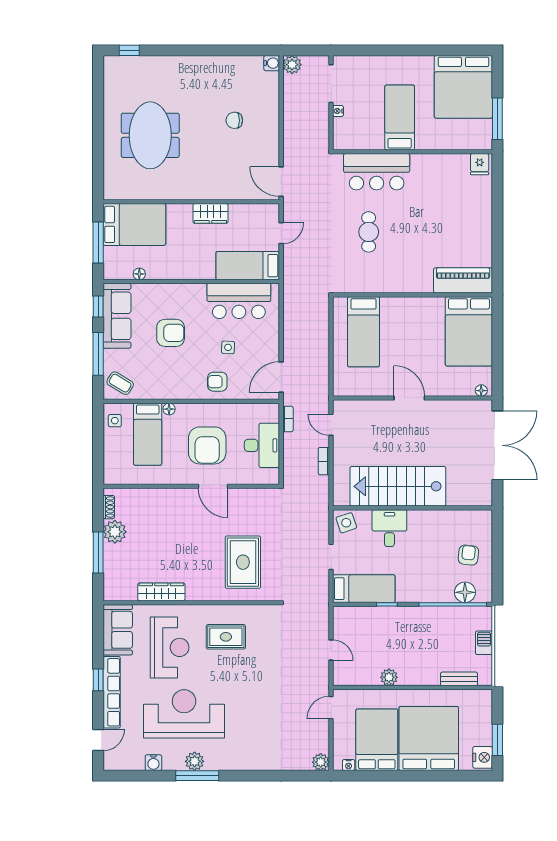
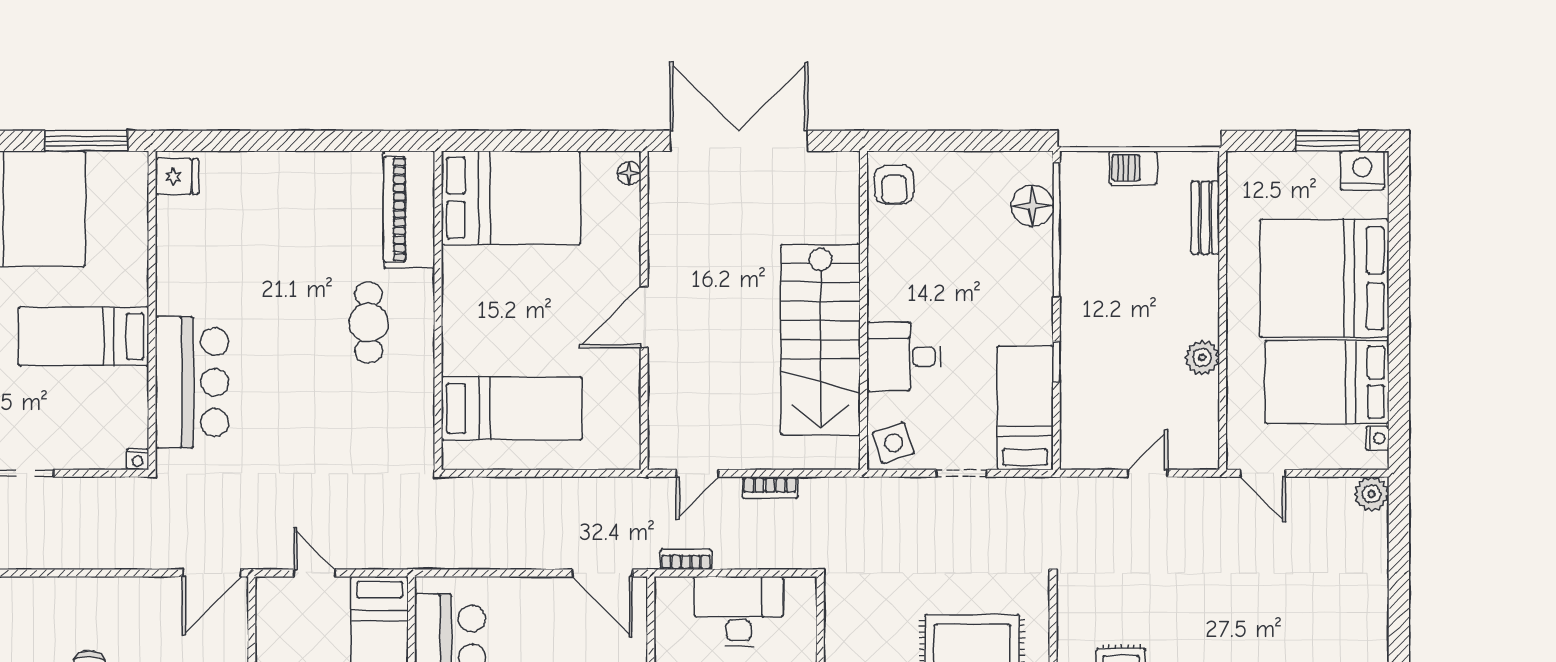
nightstand: (338, 111) -> (138, 459), moved
cafe table: (369, 232) -> (369, 323), moved, turned 90
armchair: (468, 555) -> (894, 184), moved, turned -96

